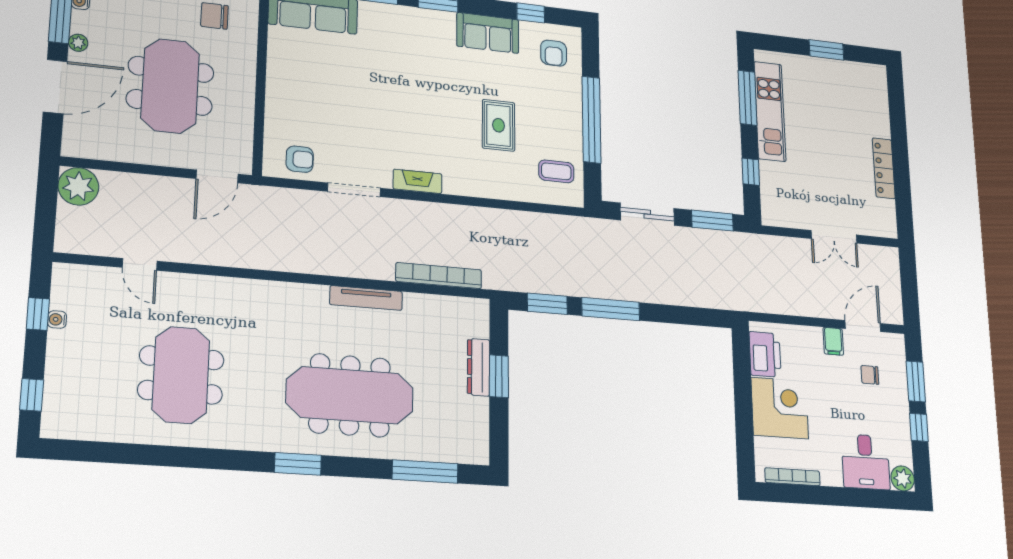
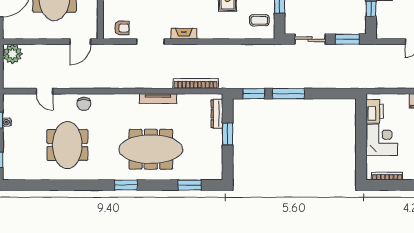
chair: (219, 296) -> (84, 104), added
dresser: (479, 367) -> (217, 114), moved
window: (425, 471) -> (190, 185), width x0.69

